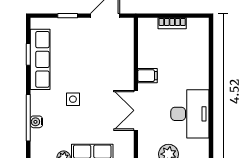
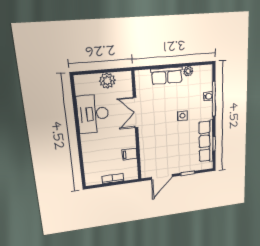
filing cabinet: (147, 76) -> (130, 154), moved
double door: (136, 110) -> (136, 112), swing flipped

